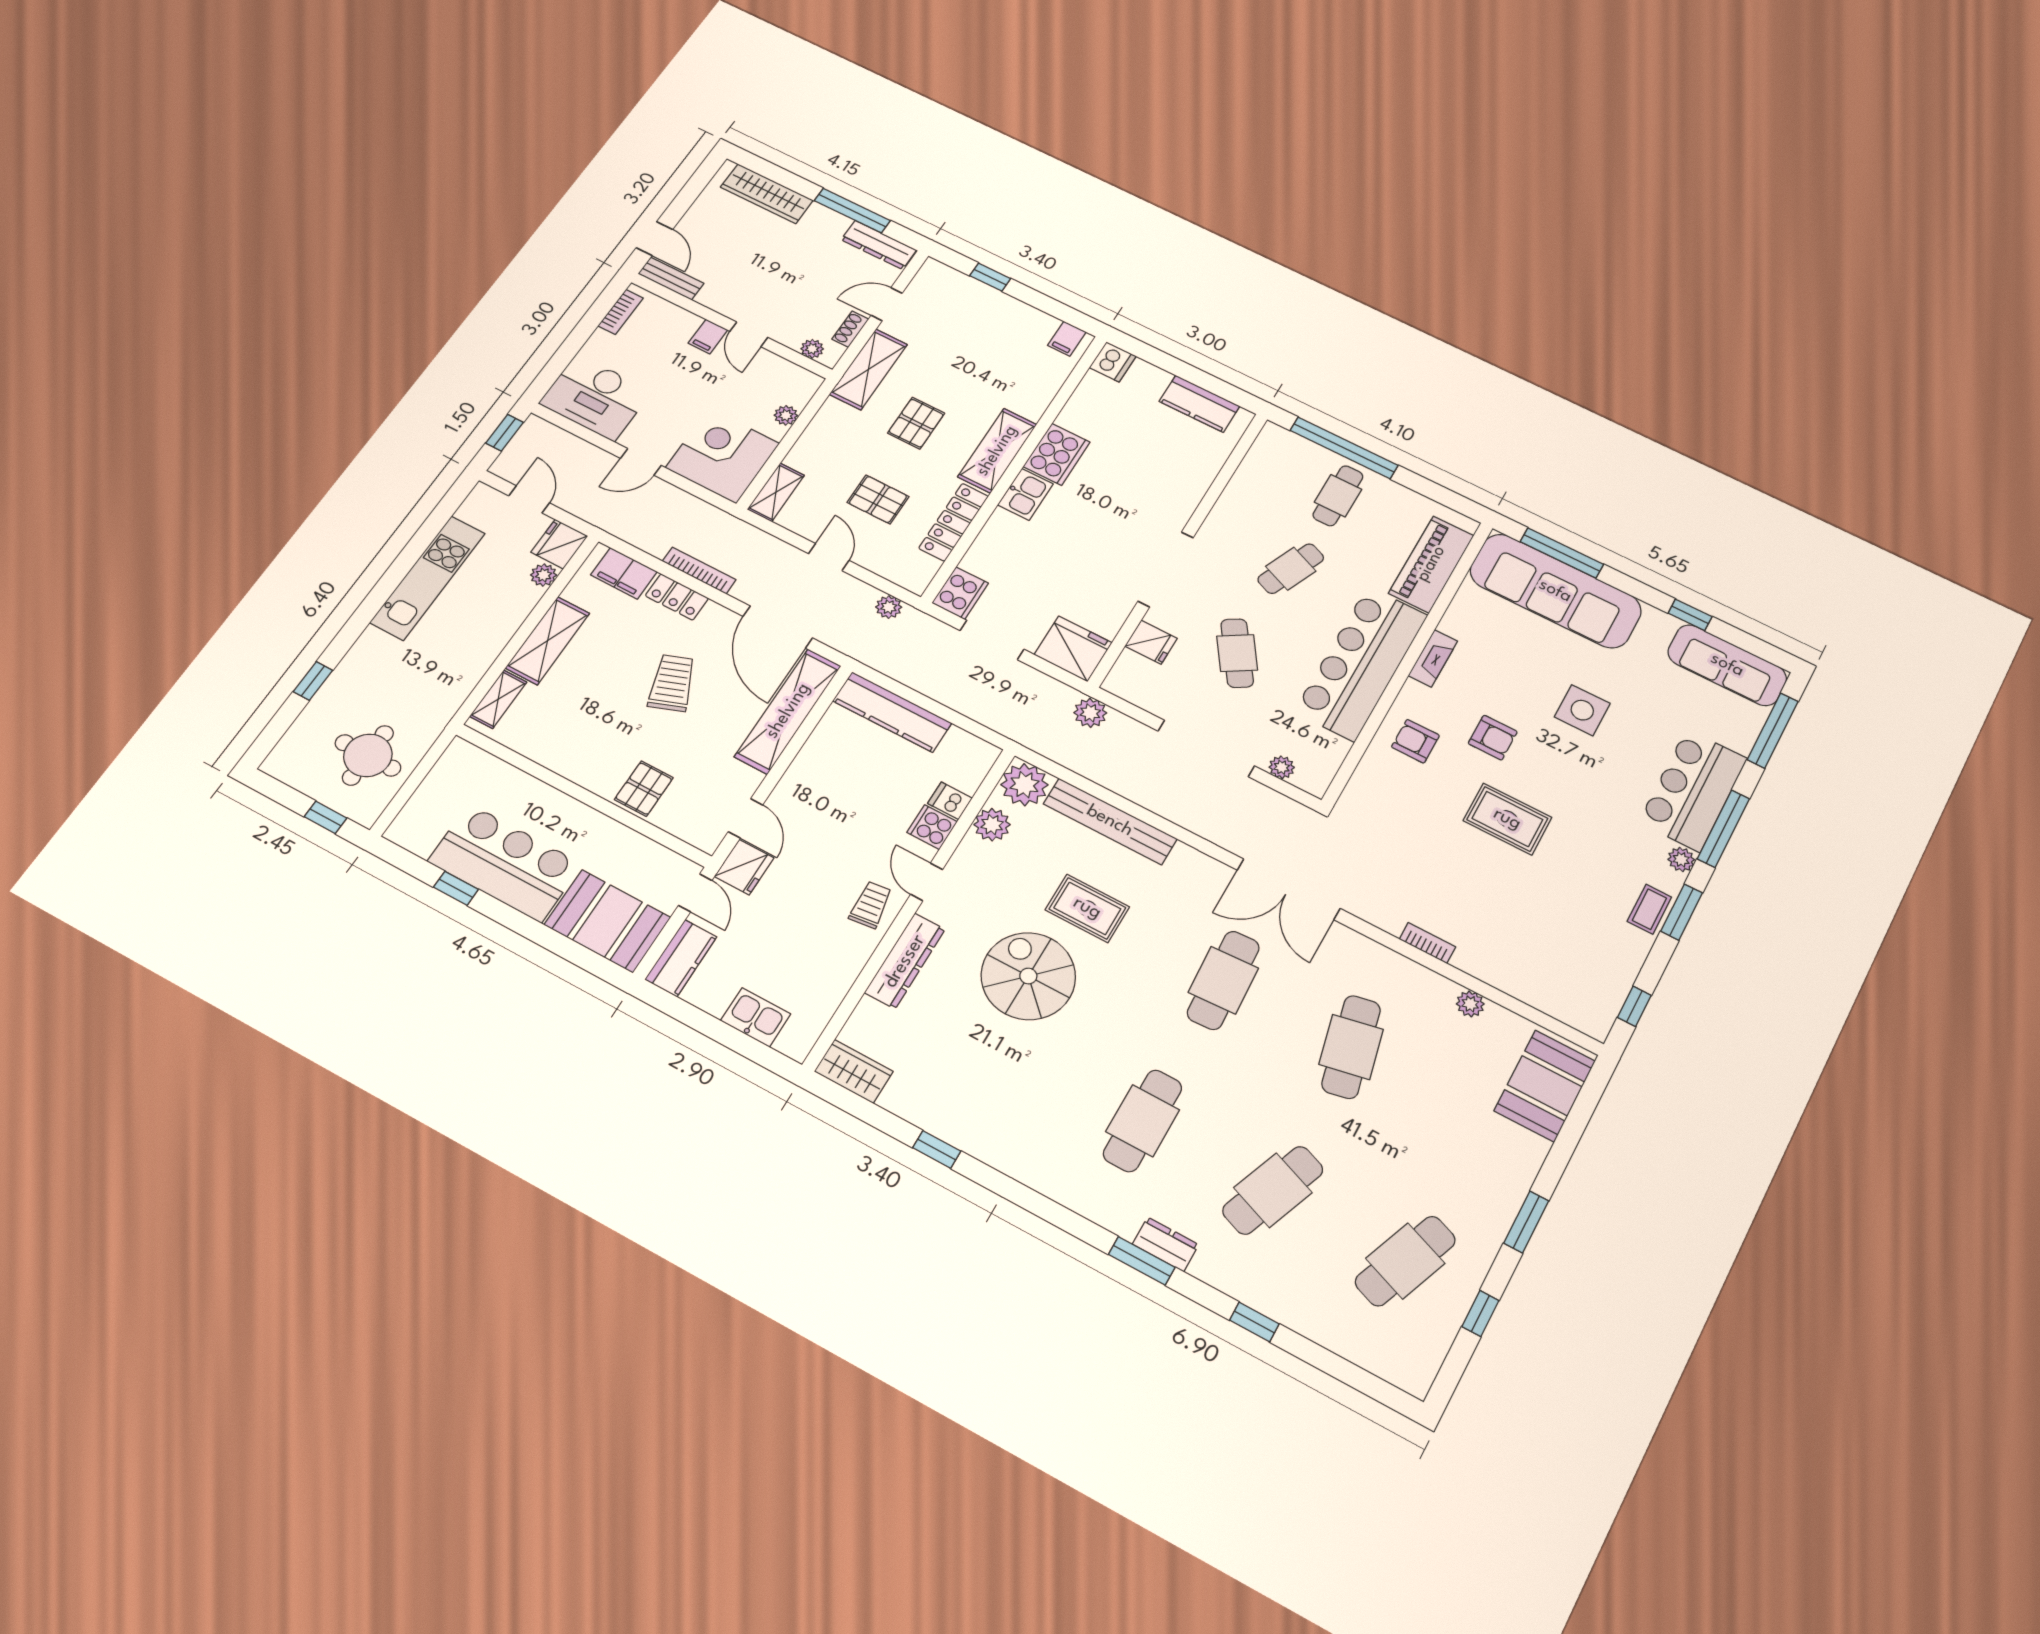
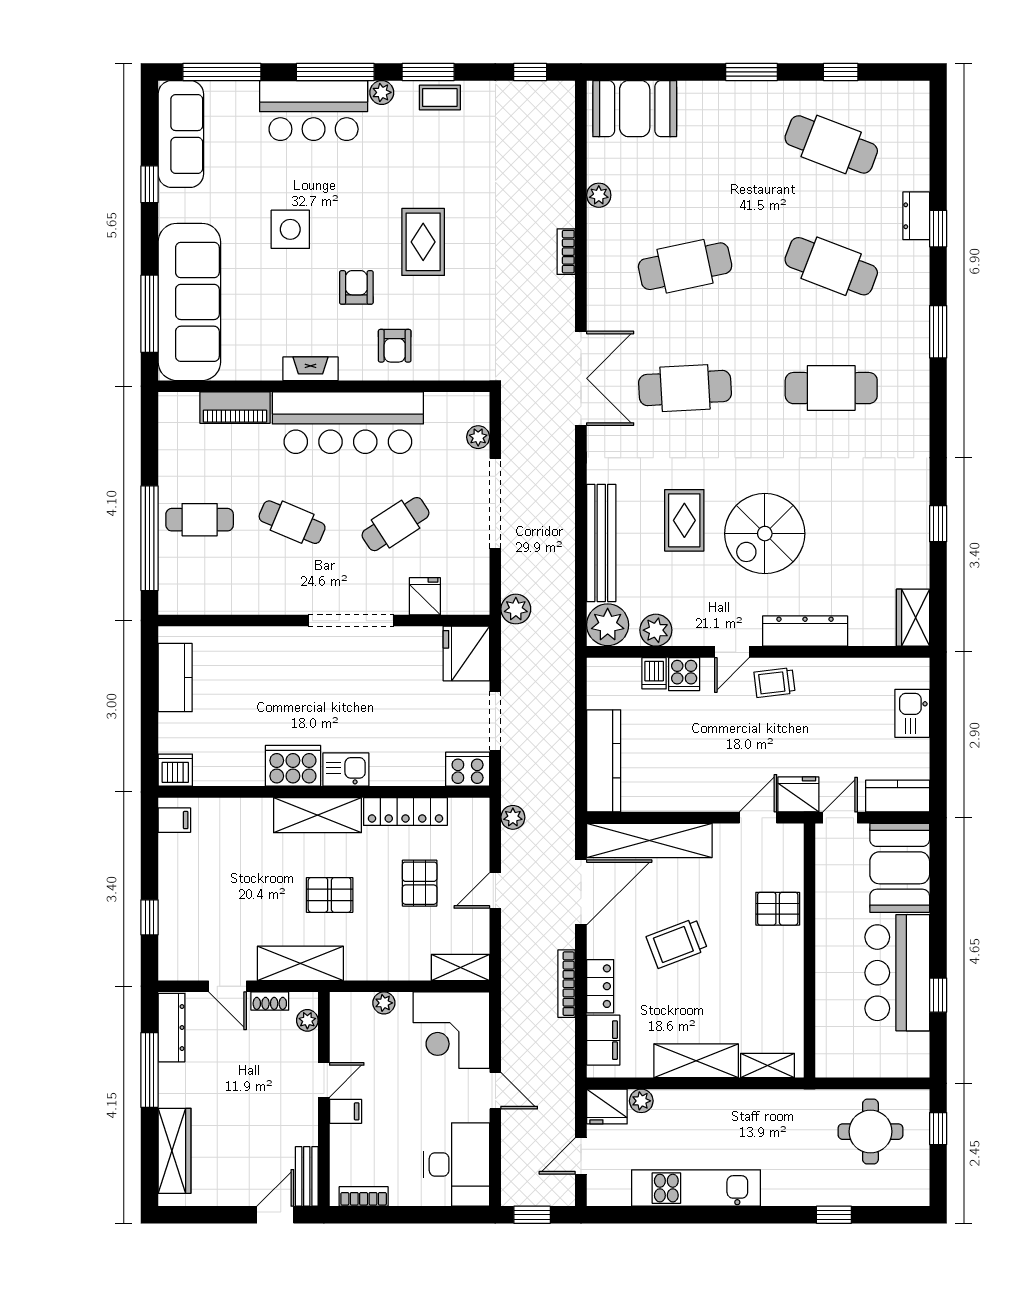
piano: (1431, 564) -> (235, 408), width x0.73, depth x0.75
dresser: (1166, 1244) -> (916, 216), moved

